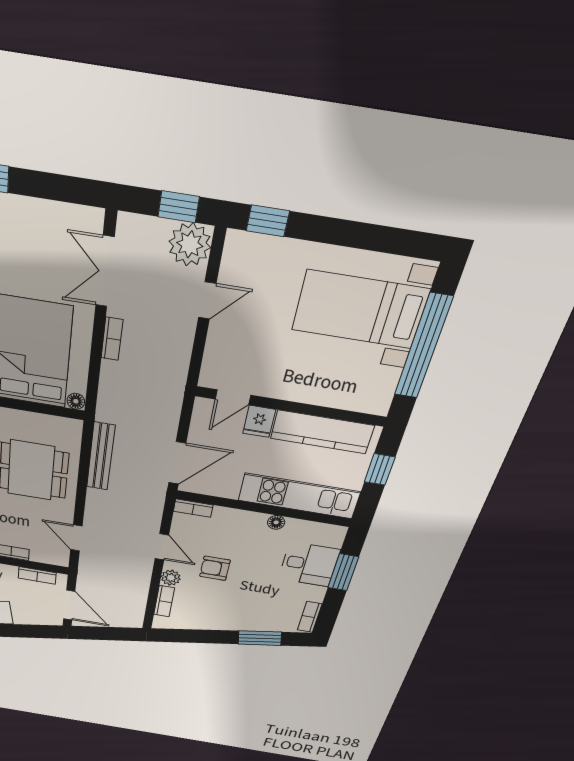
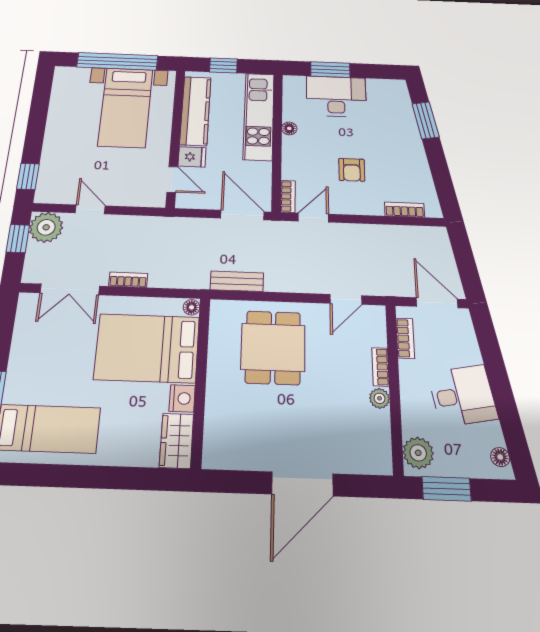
bed with nightstands: (360, 310) -> (126, 107), moved
bench: (101, 457) -> (237, 281), width x0.73
door: (162, 547) -> (313, 218), moved
desk: (309, 564) -> (336, 96), width x1.37
plant: (171, 578) -> (373, 207), removed
door: (69, 605) -> (437, 303), hinge flipped
bookcase: (310, 617) -> (387, 85), removed

